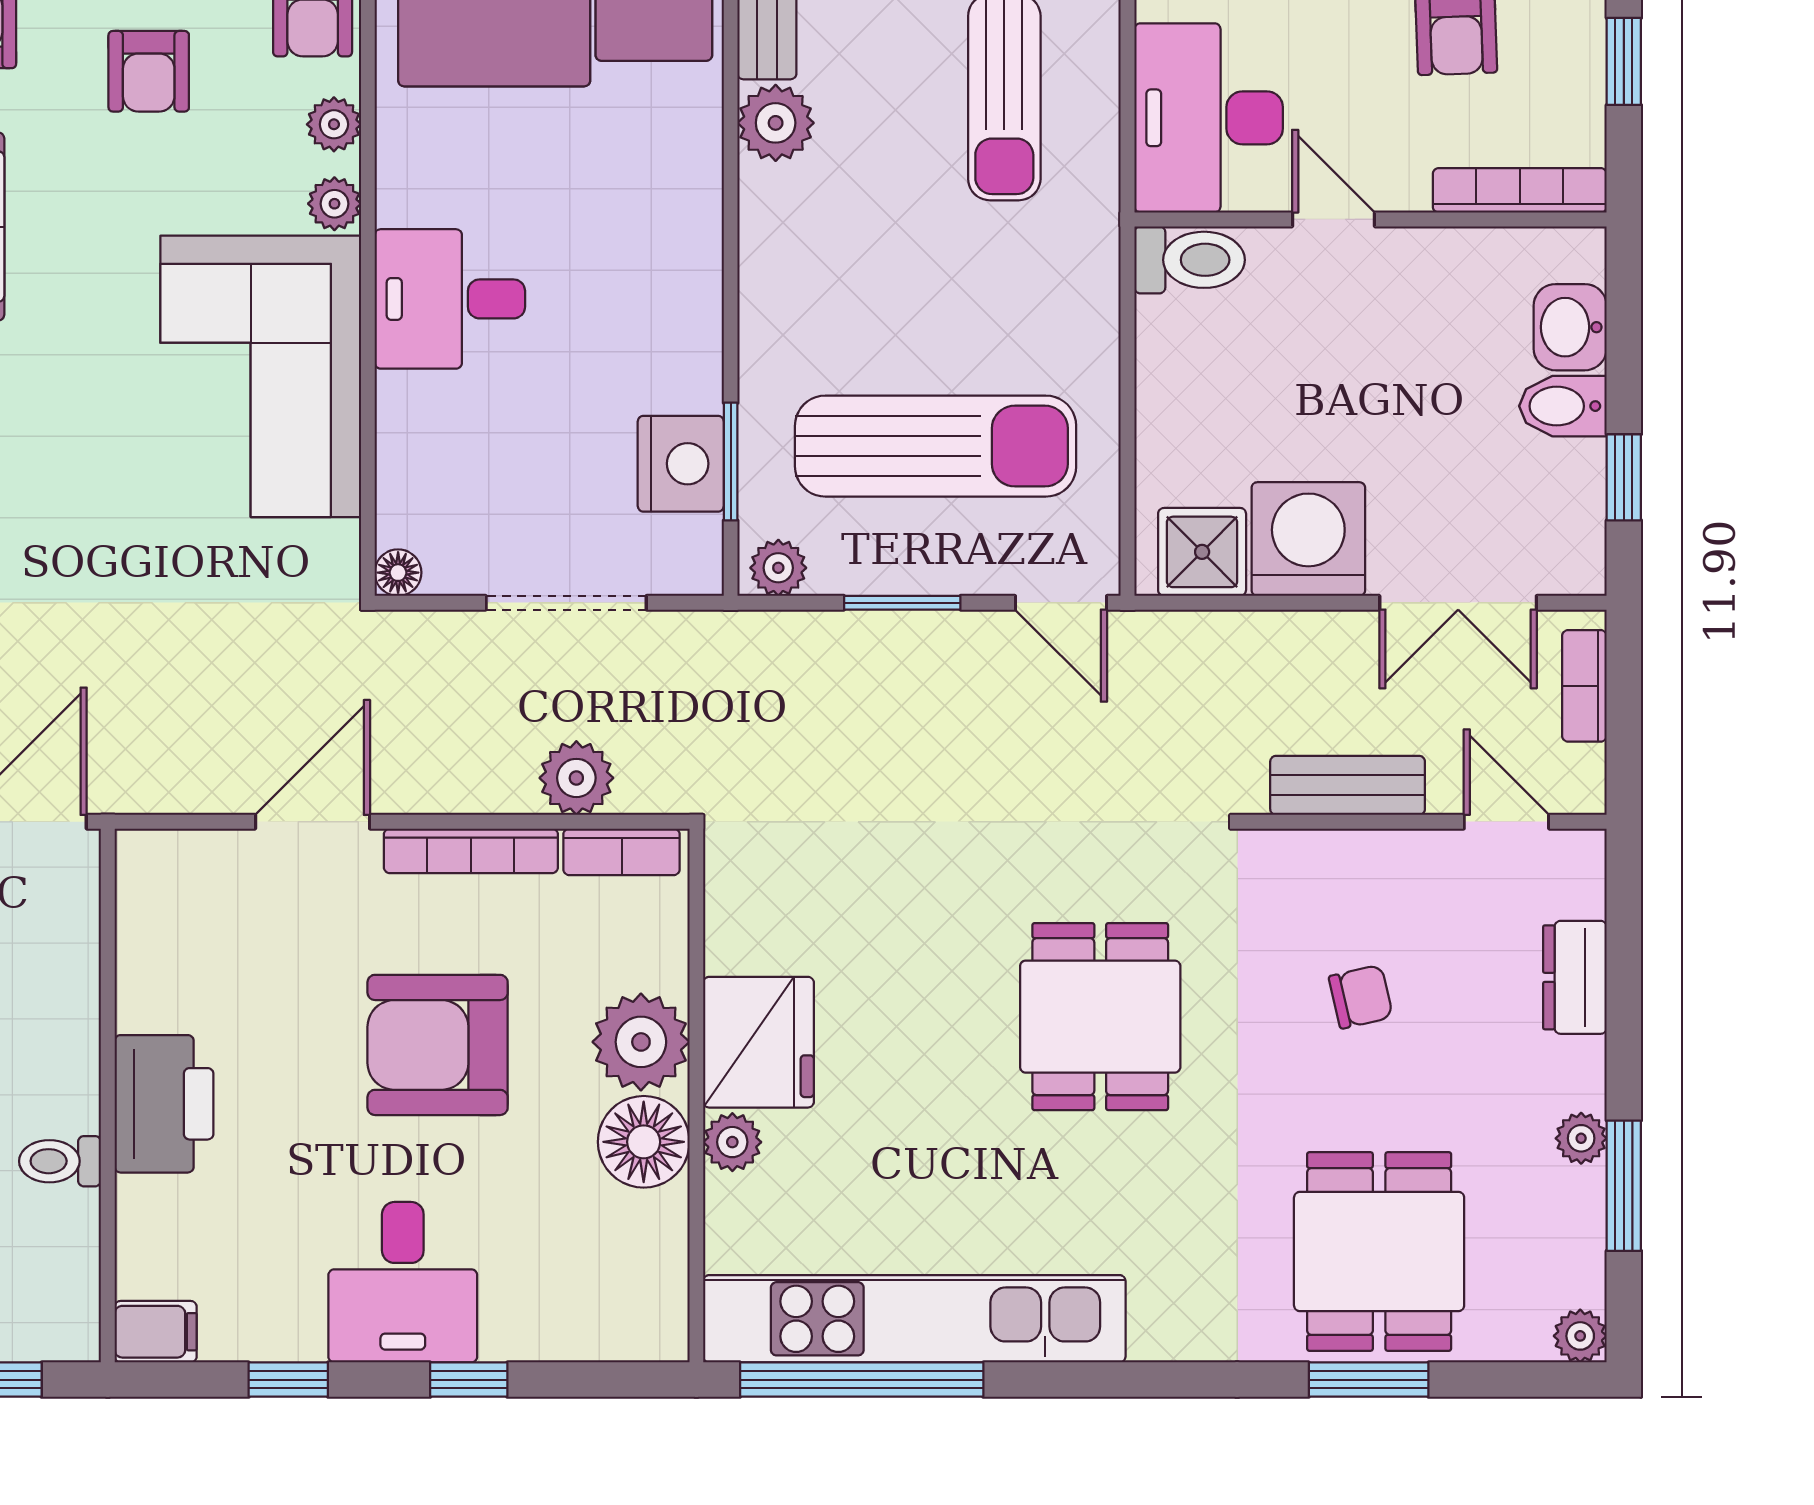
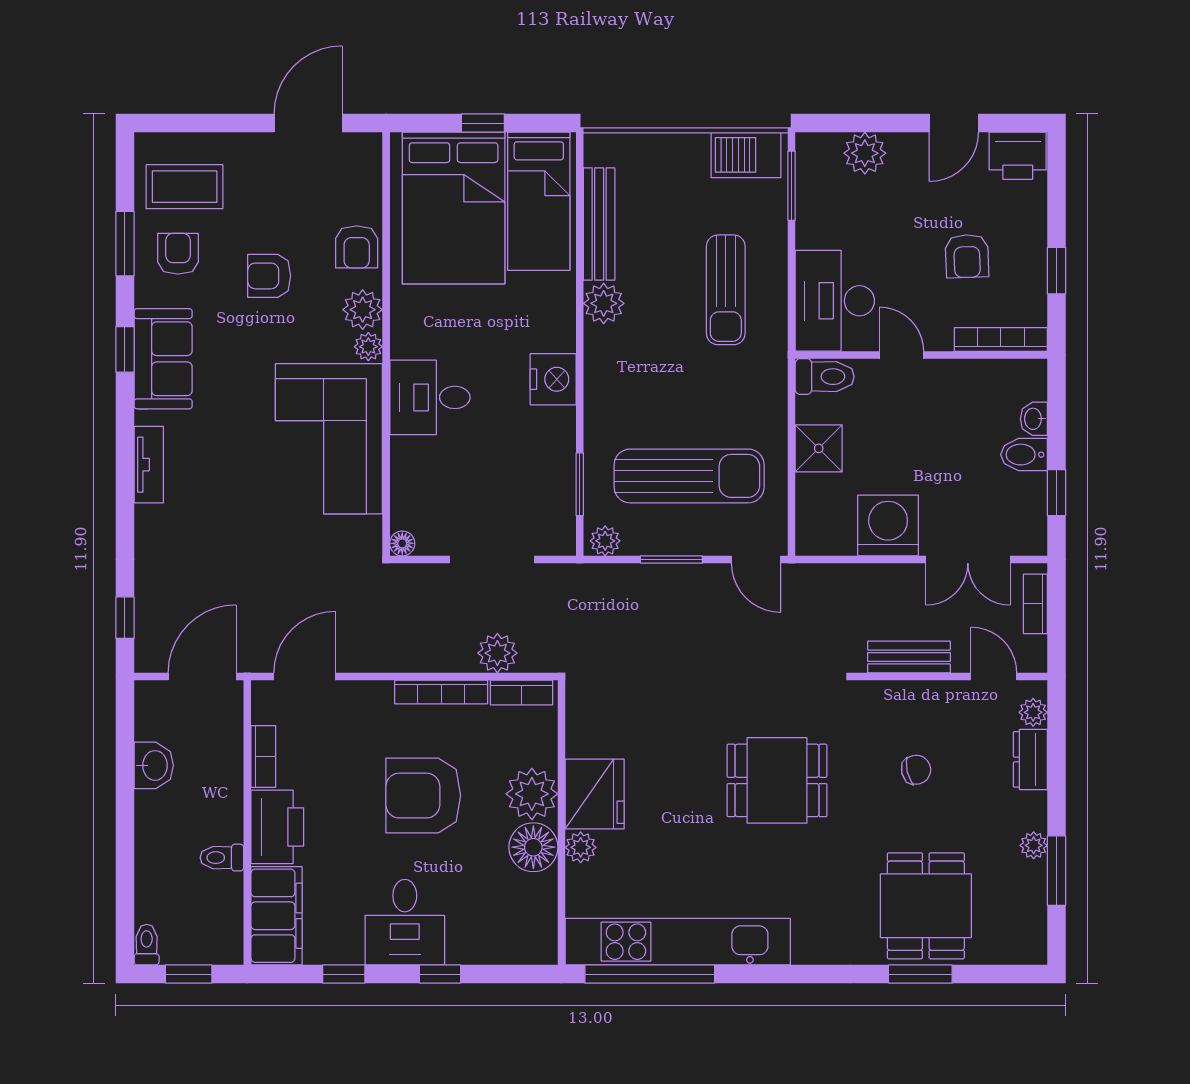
armchair: (149, 71) -> (269, 276), turned 90
plant: (334, 124) -> (363, 310), width x1.38, depth x1.38
washbasin: (1570, 327) -> (1034, 419), width x0.72, depth x0.69
nightstand: (681, 464) -> (553, 379), moved
shower: (1202, 552) -> (819, 448), moved
door: (313, 822) -> (304, 676), moved
bookcase: (138, 972) -> (263, 756), added
dining table: (1100, 1017) -> (777, 780), turned 90
filing cabinet: (156, 1332) -> (277, 916), width x3.00, depth x1.17
plant: (1580, 1336) -> (1033, 712), moved

